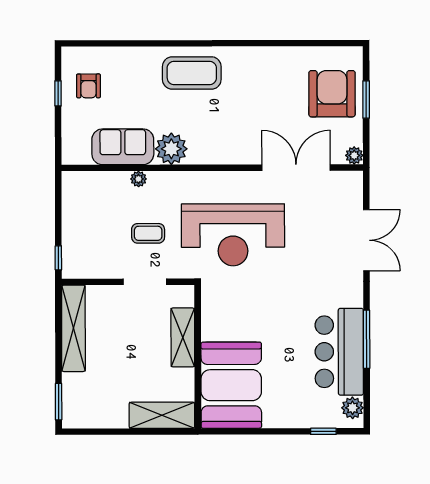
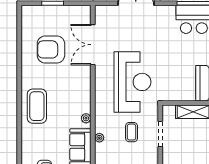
armchair: (332, 94) -> (51, 49), moved
plant: (171, 149) -> (86, 118), width x0.53, depth x0.53
plant: (354, 155) -> (86, 10), removed

